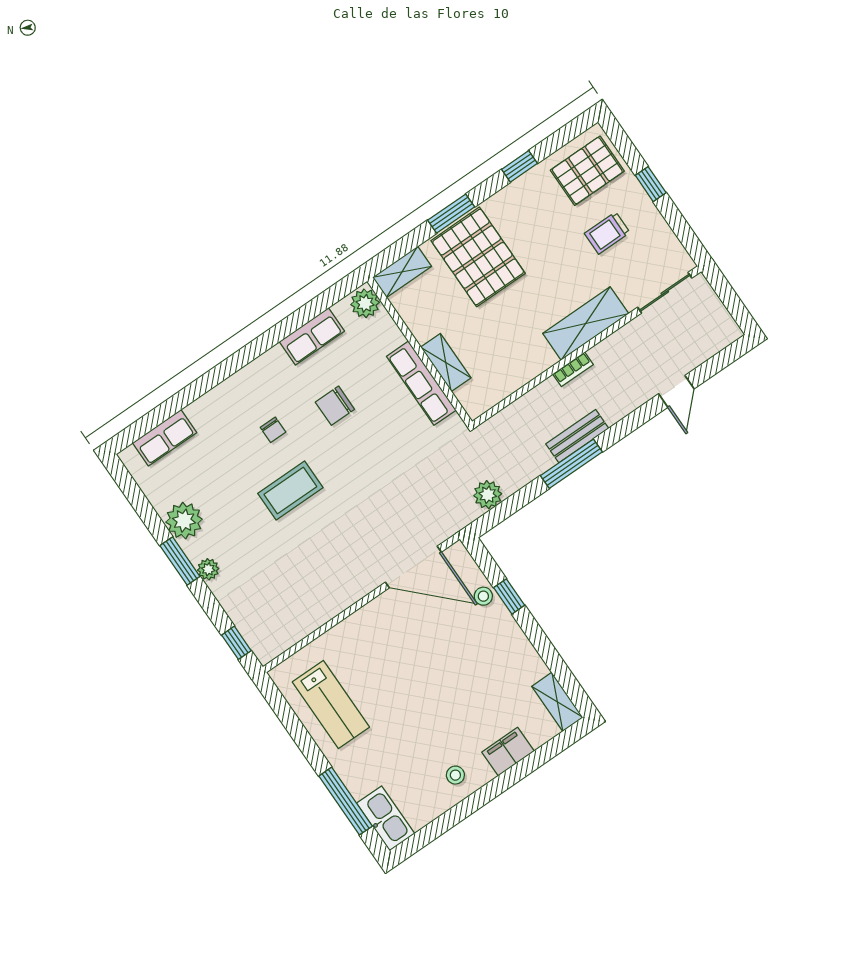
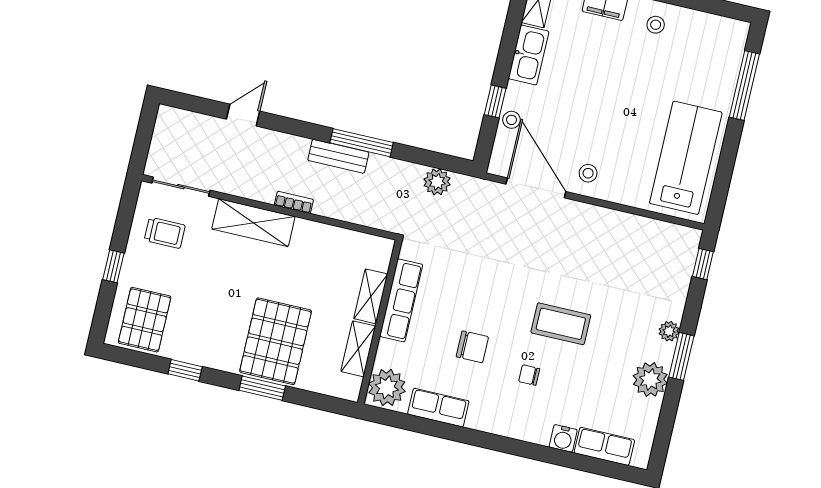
pallet: (587, 171) -> (145, 320), turned 90
trolley: (607, 233) -> (165, 233), moved
shelving: (402, 272) -> (358, 349), moved, turned 90
plant: (365, 303) -> (387, 387), width x1.36, depth x1.36
water cooler: (200, 411) -> (563, 438), added
chair: (273, 430) -> (529, 375), turned -90
stool: (388, 618) -> (588, 173), added
lab bench: (331, 705) -> (686, 158), width x1.36, depth x1.39
kitchen sink: (386, 818) -> (529, 55), moved, turned 180

